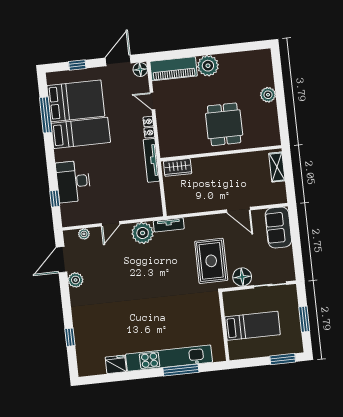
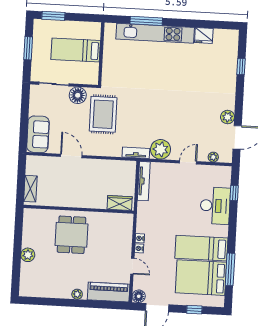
plant: (208, 66) -> (77, 294), width x0.53, depth x0.53
tv unit: (151, 160) -> (144, 181), moved

